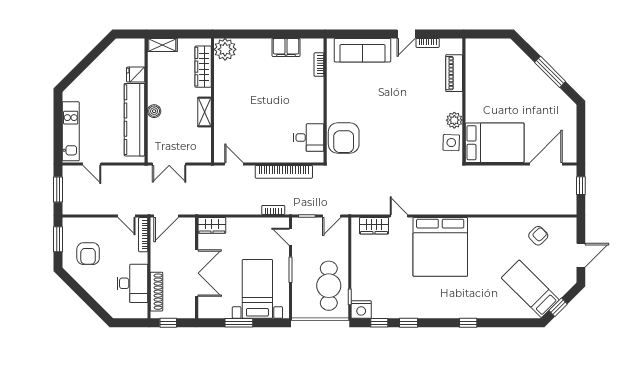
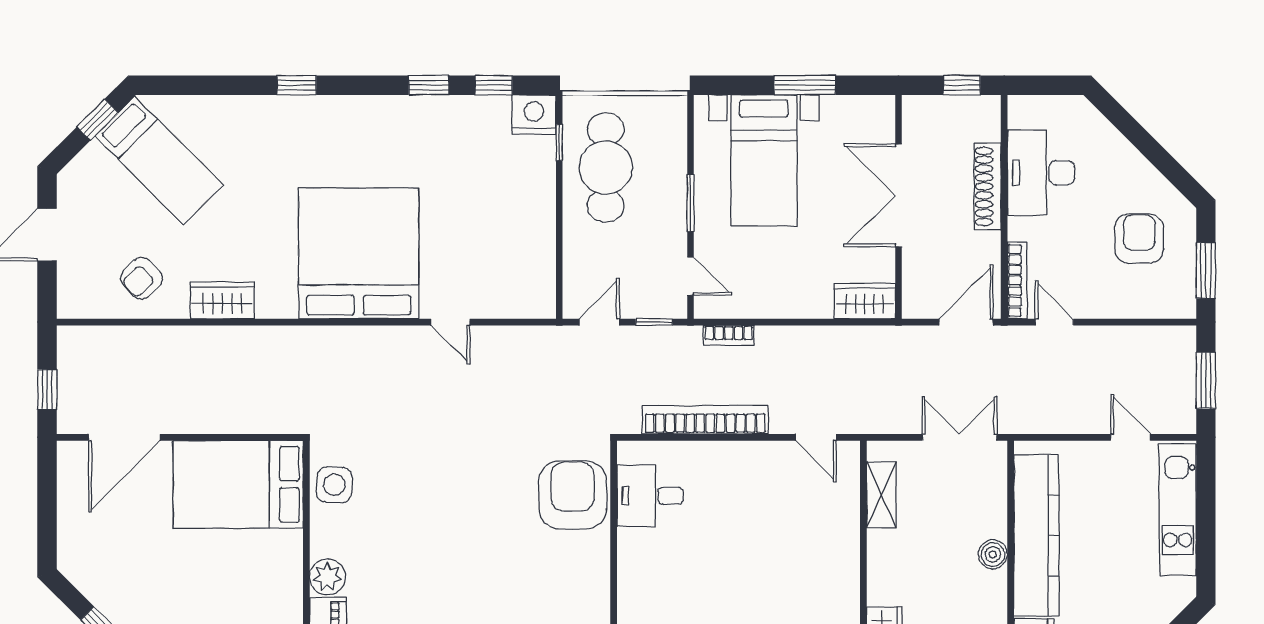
shelving: (204, 112) -> (881, 495), moved
plant: (454, 120) -> (327, 577), moved
wardrobe: (374, 226) -> (222, 300), moved
shoe rack: (156, 292) -> (988, 186), moved

